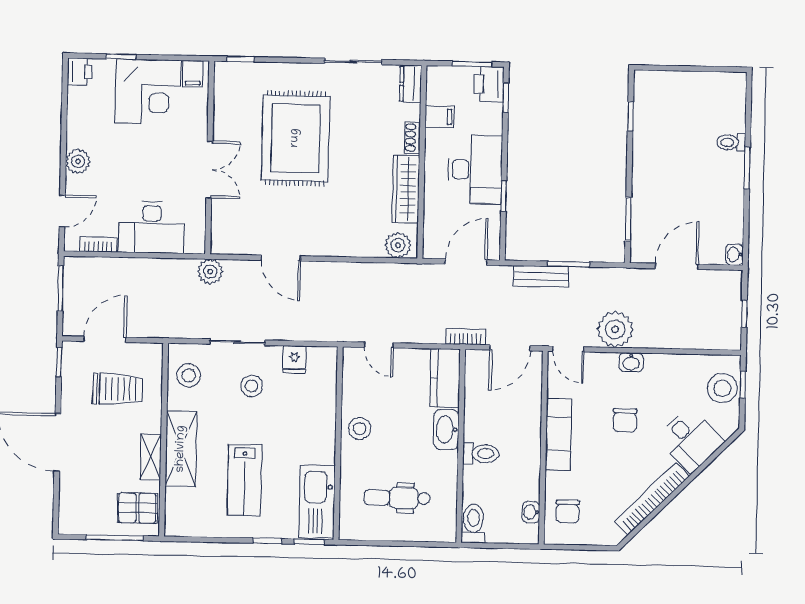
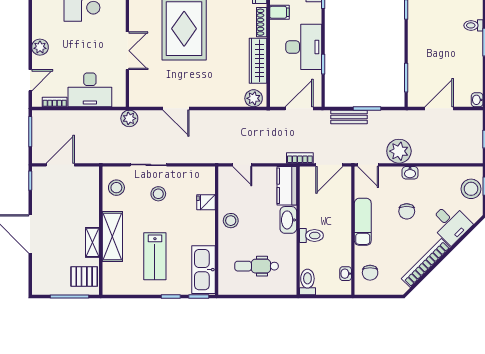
shoe rack: (412, 138) -> (262, 22), width x1.43
fridge: (294, 359) -> (206, 202), moved, turned 90
trolley: (118, 389) -> (69, 198), removed

